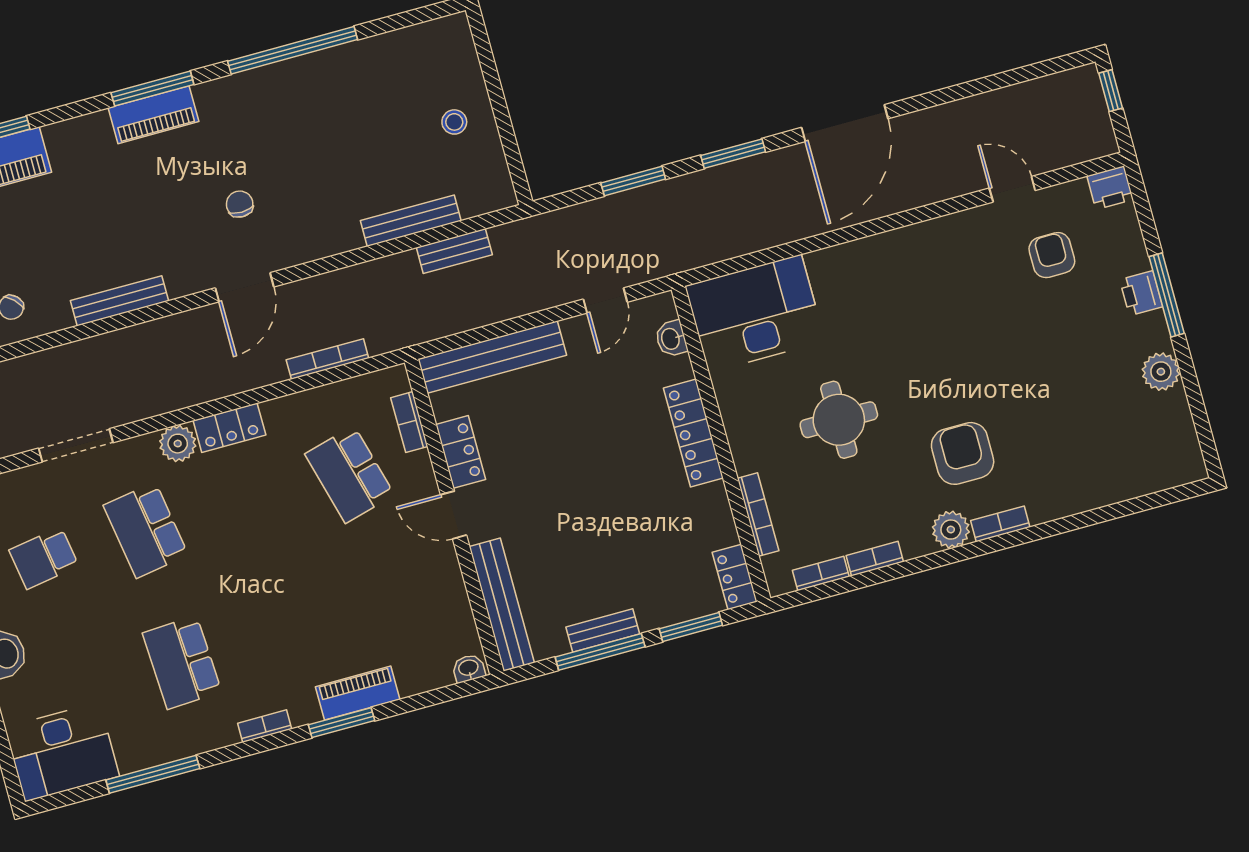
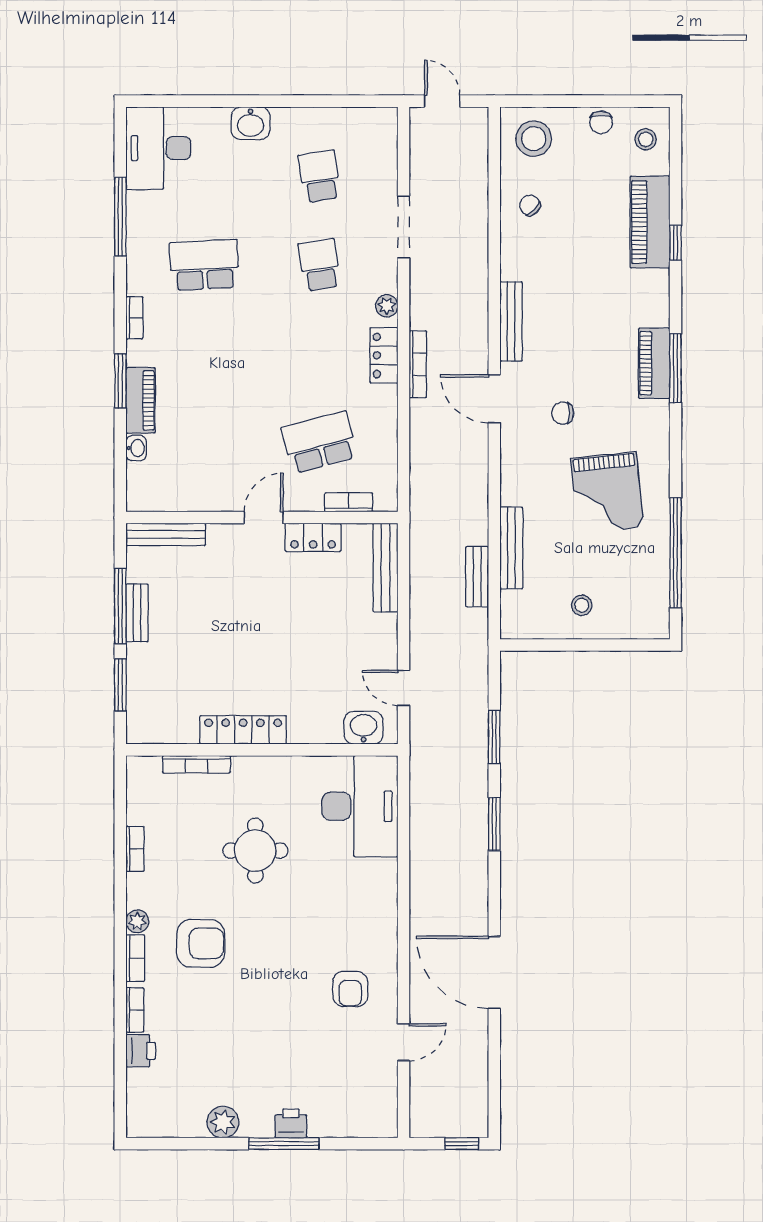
window: (293, 50) -> (676, 553), moved
door: (845, 123) -> (494, 972), moved
grand piano: (317, 128) -> (607, 493), added
printer: (1110, 188) -> (141, 1051), moved, turned 180
chair: (240, 204) -> (563, 413), turned 180
armchair: (1052, 255) -> (350, 989), moved, turned 90
bench: (120, 301) -> (511, 321), moved
washbasin: (671, 339) -> (364, 728), width x1.38, depth x1.45
bench: (492, 357) -> (385, 568), width x0.73, depth x0.82
bookcase: (327, 359) -> (418, 364), moved
locker: (693, 433) -> (243, 730), moved
plant: (178, 444) -> (387, 306), width x0.73, depth x0.73
school desk: (146, 530) -> (319, 265), width x0.54
plant: (951, 530) -> (137, 921), width x0.73, depth x0.73
bookcase: (821, 573) -> (135, 1010), moved
locker: (735, 577) -> (151, 731), removed
bench: (502, 605) -> (166, 534), width x0.73, depth x0.82
washbasin: (469, 668) -> (136, 448), moved

